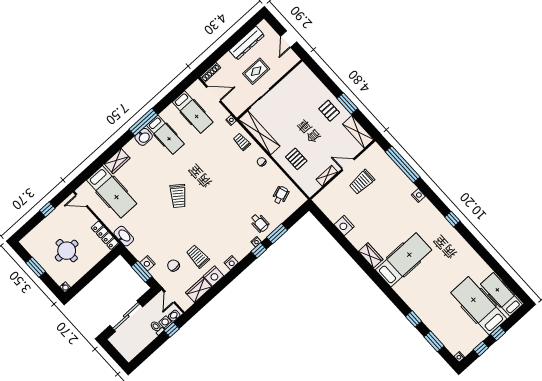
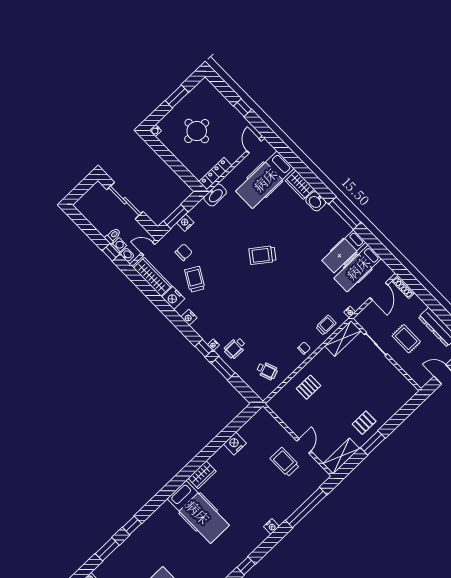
shelving: (259, 133) -> (343, 338), width x0.68
hospital bed: (165, 135) -> (344, 251), moved
washbasin: (144, 137) -> (316, 201), moved
shelving: (327, 176) -> (290, 422), removed
trolley: (198, 256) -> (195, 279), turned -60
wardrobe: (199, 290) -> (153, 277), width x1.50

